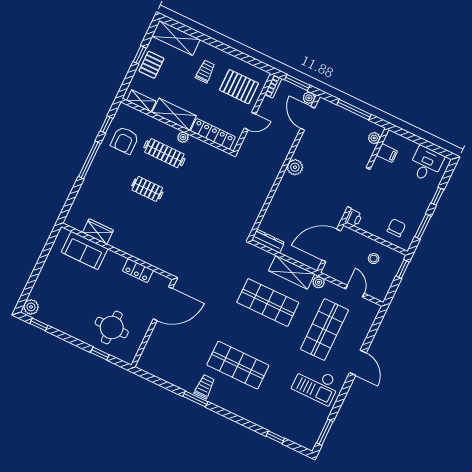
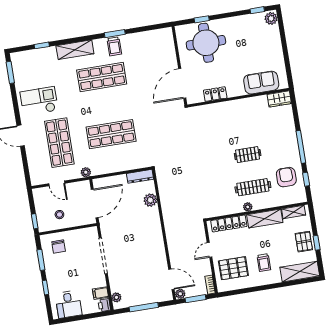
plant: (295, 167) -> (150, 200), moved
printer: (354, 218) -> (104, 305), moved
wardrobe: (98, 231) -> (279, 99), moved
shelving: (292, 272) -> (75, 50), moved
round table: (112, 328) -> (206, 43), width x1.36, depth x1.36

